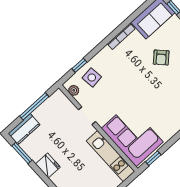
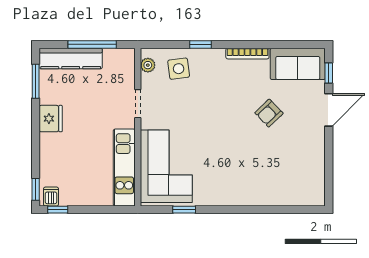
window: (79, 65) -> (200, 44), moved
kitchen counter: (24, 129) -> (71, 59), width x1.50
window: (153, 158) -> (184, 210), moved

